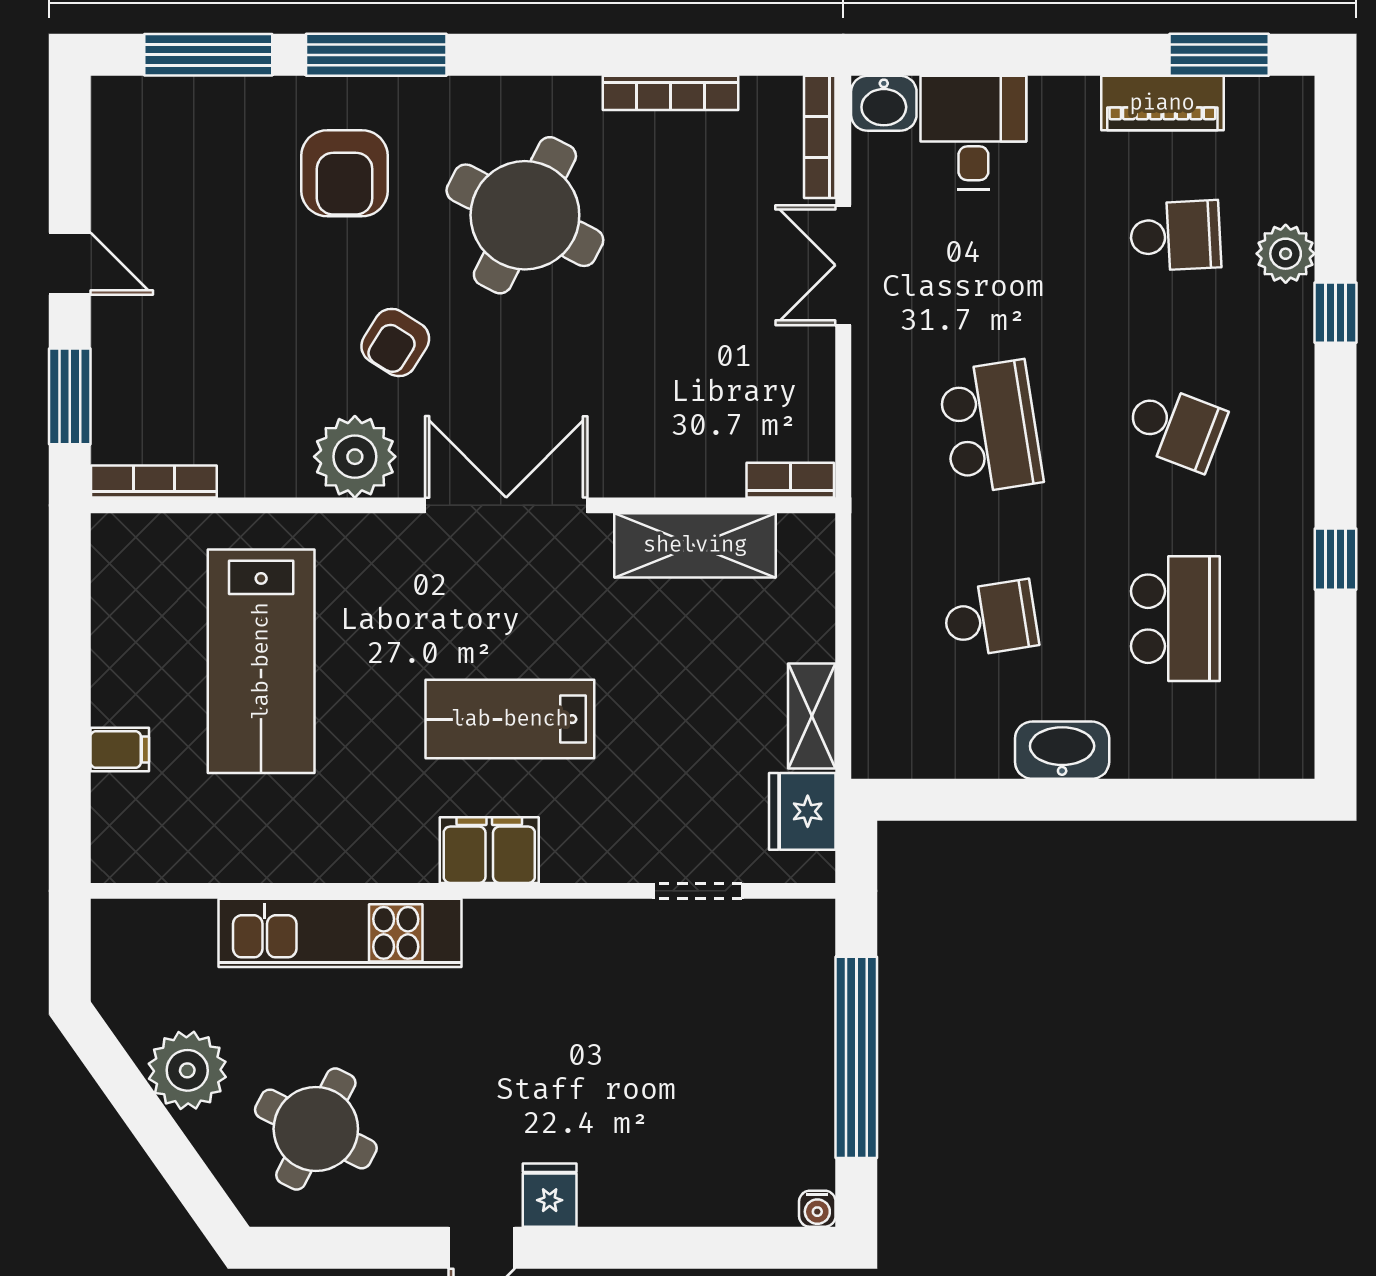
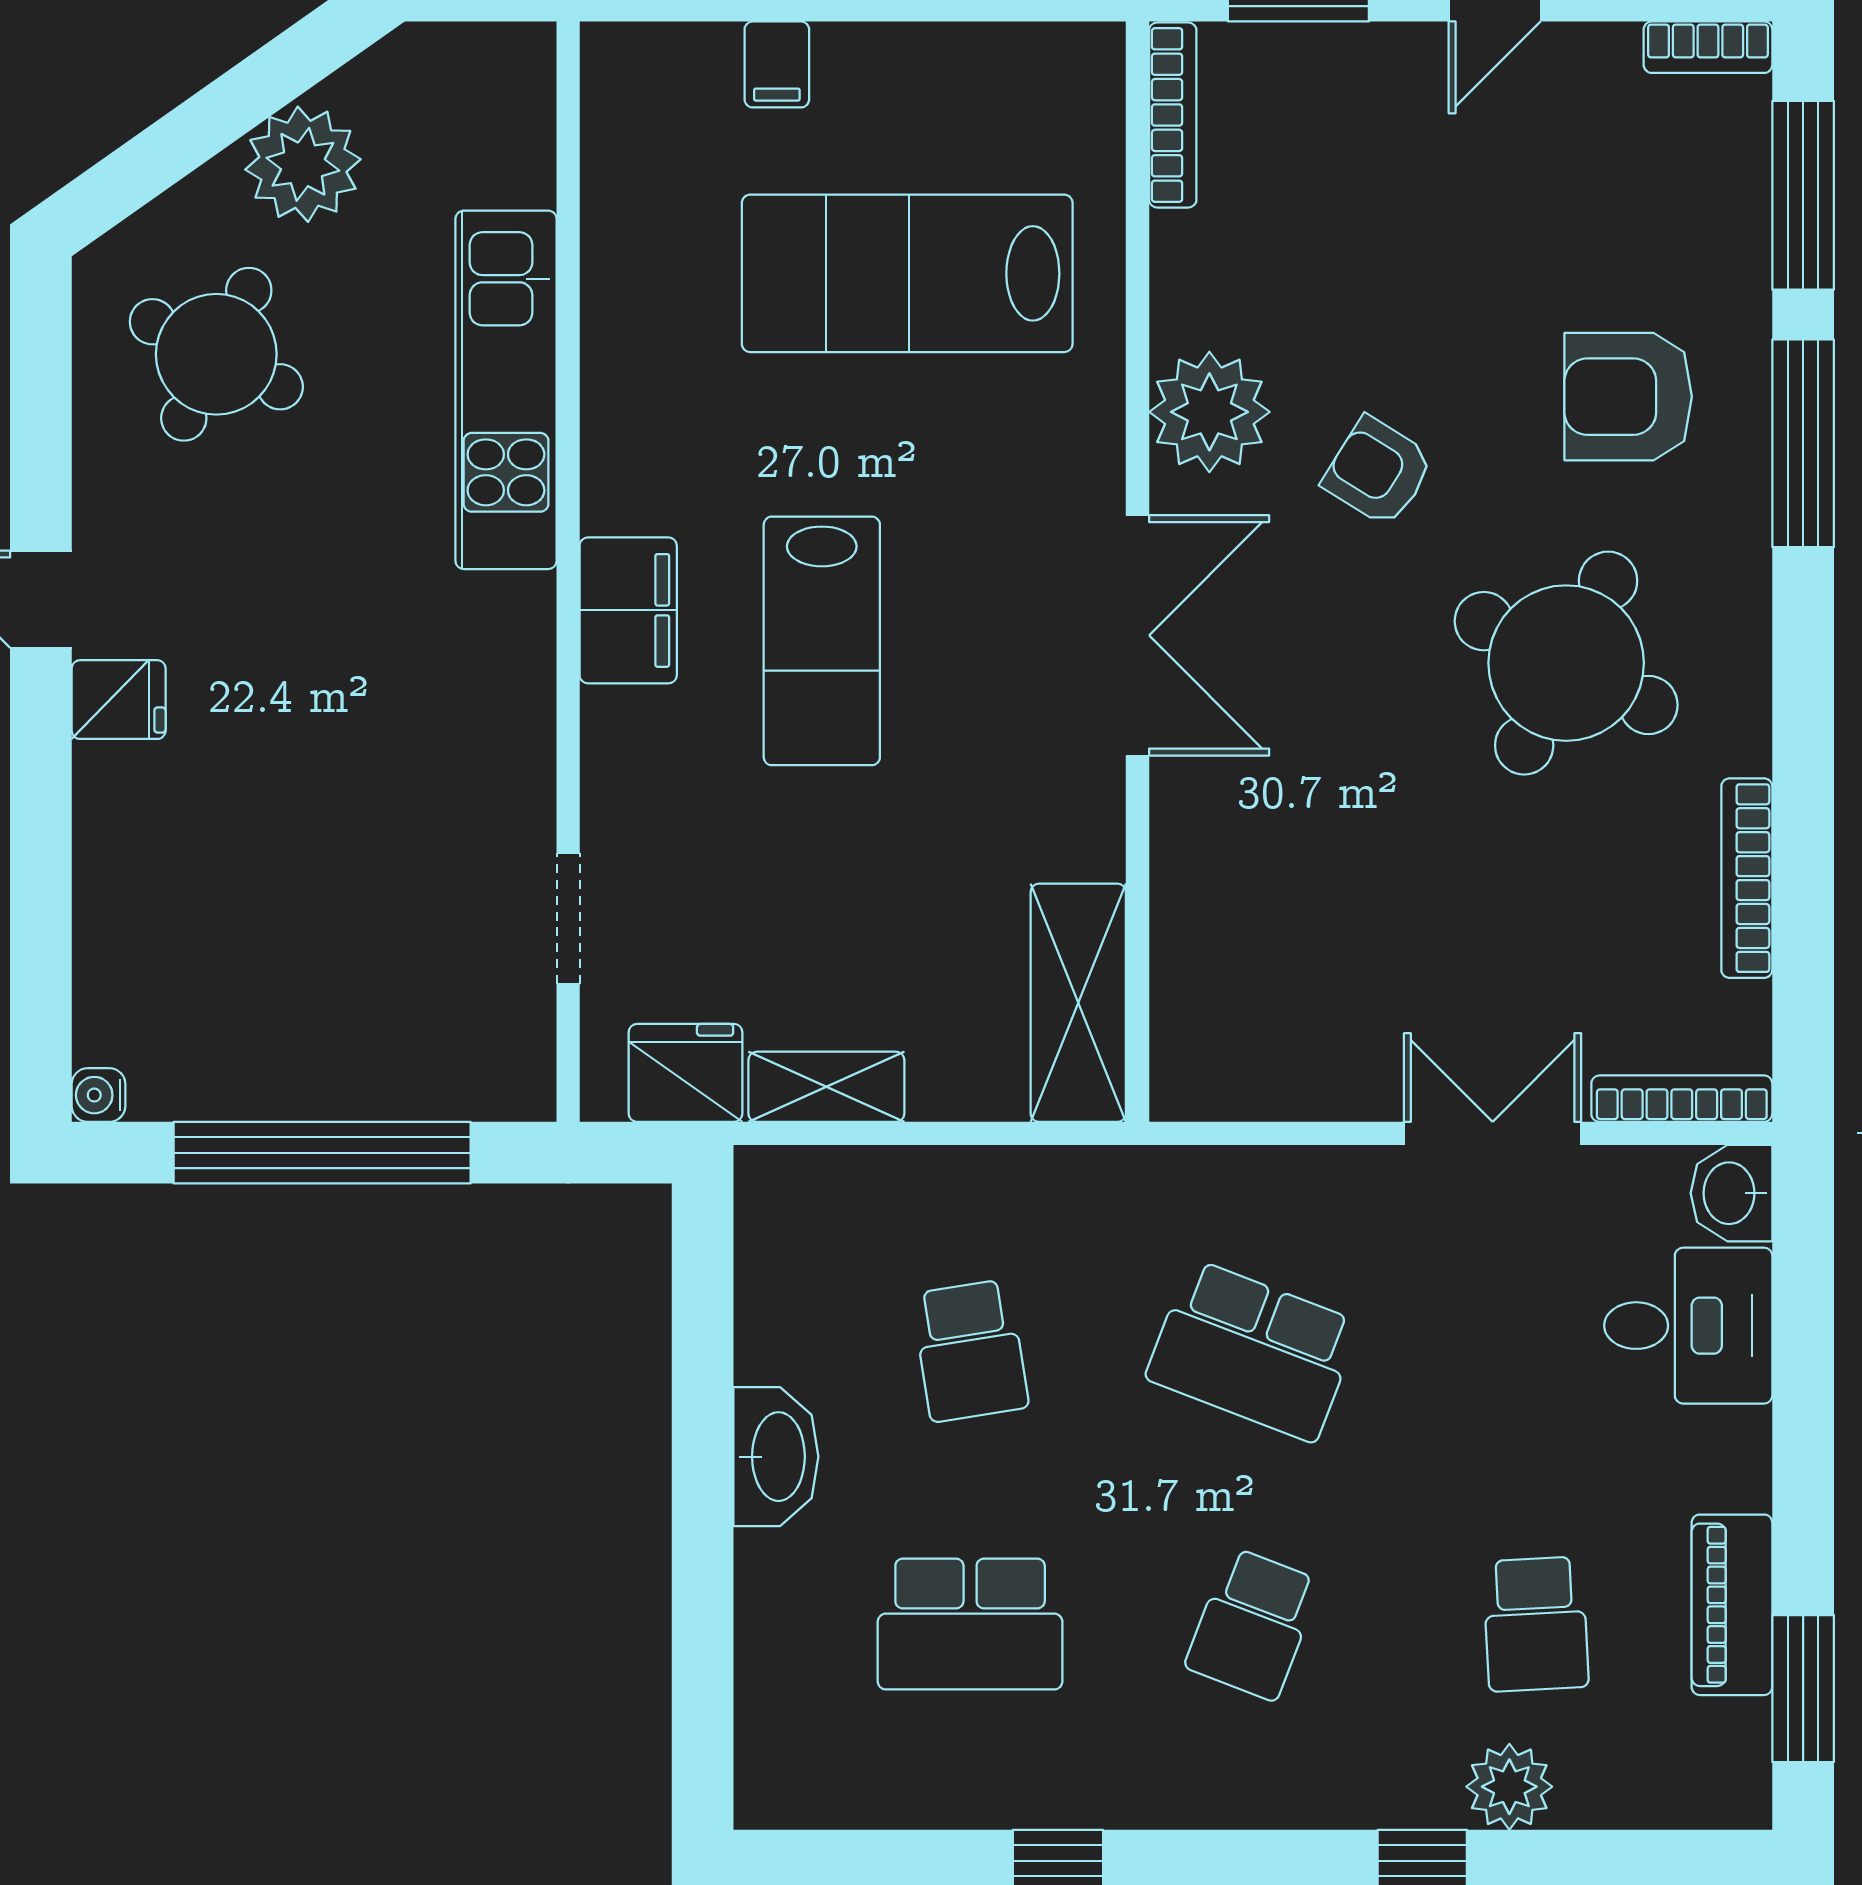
school desk: (990, 427) -> (1253, 1351), turned 30
bookcase: (790, 480) -> (1708, 47), moved, turned 90
shelving: (695, 545) -> (1078, 1003), moved
lab bench: (510, 719) -> (822, 641), turned 180

